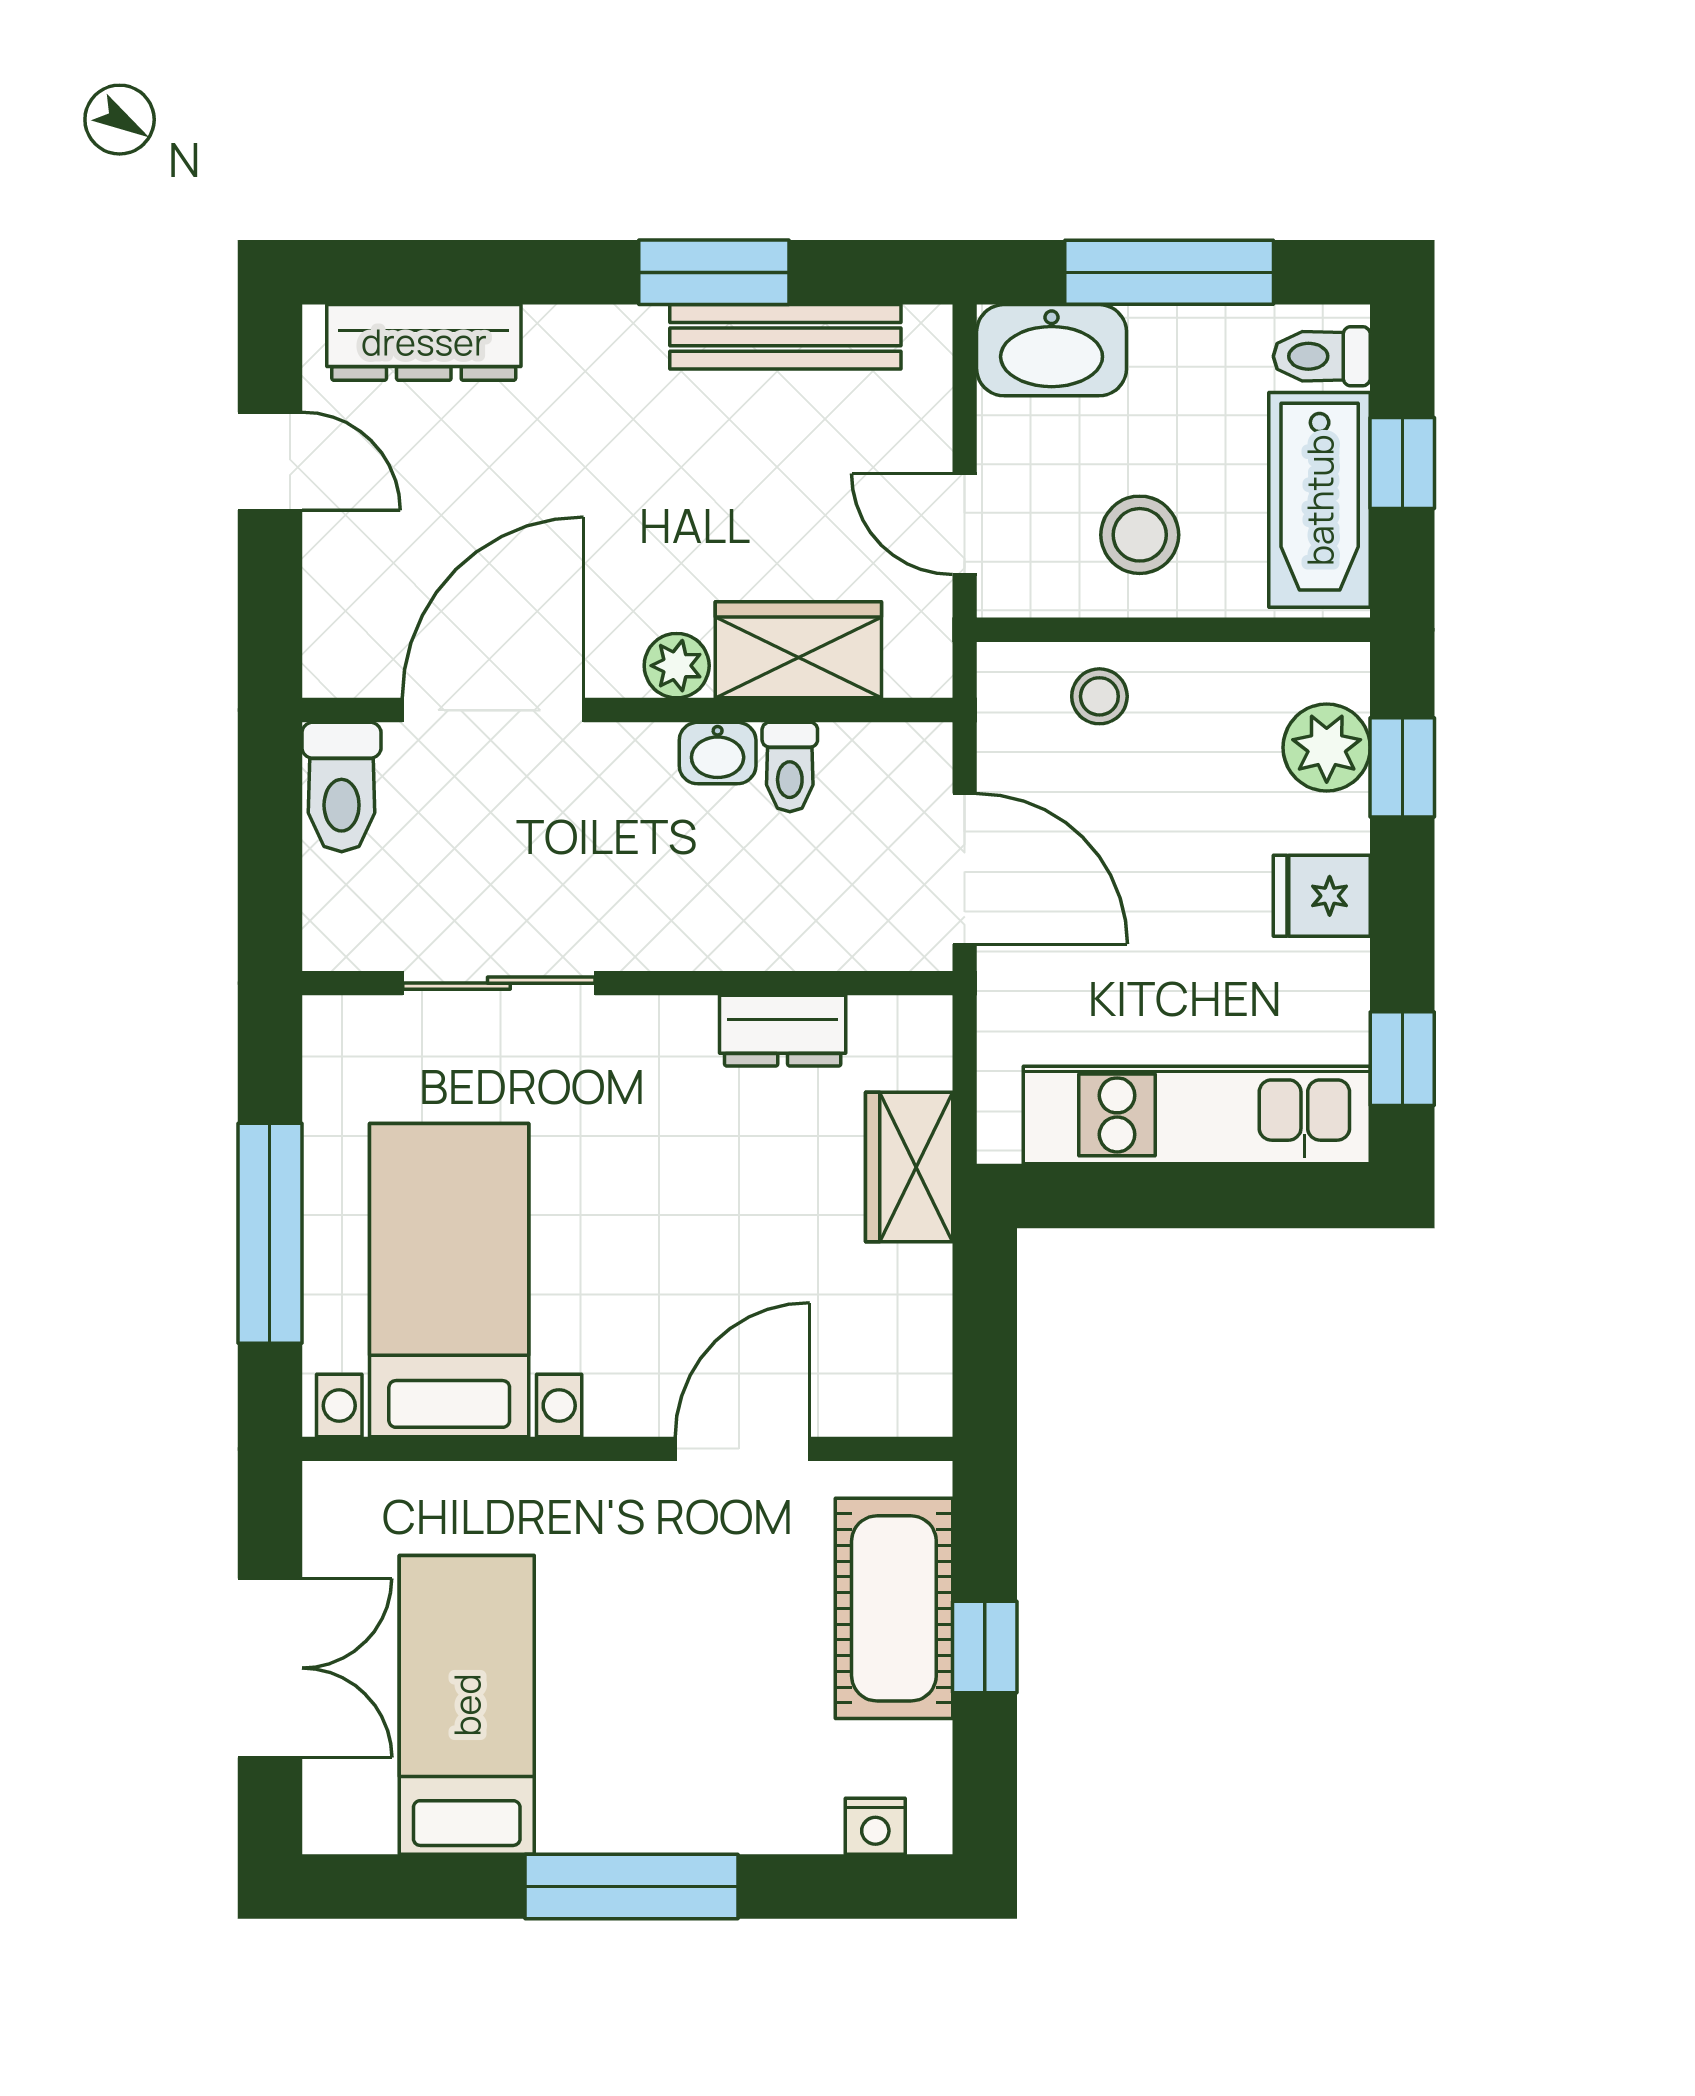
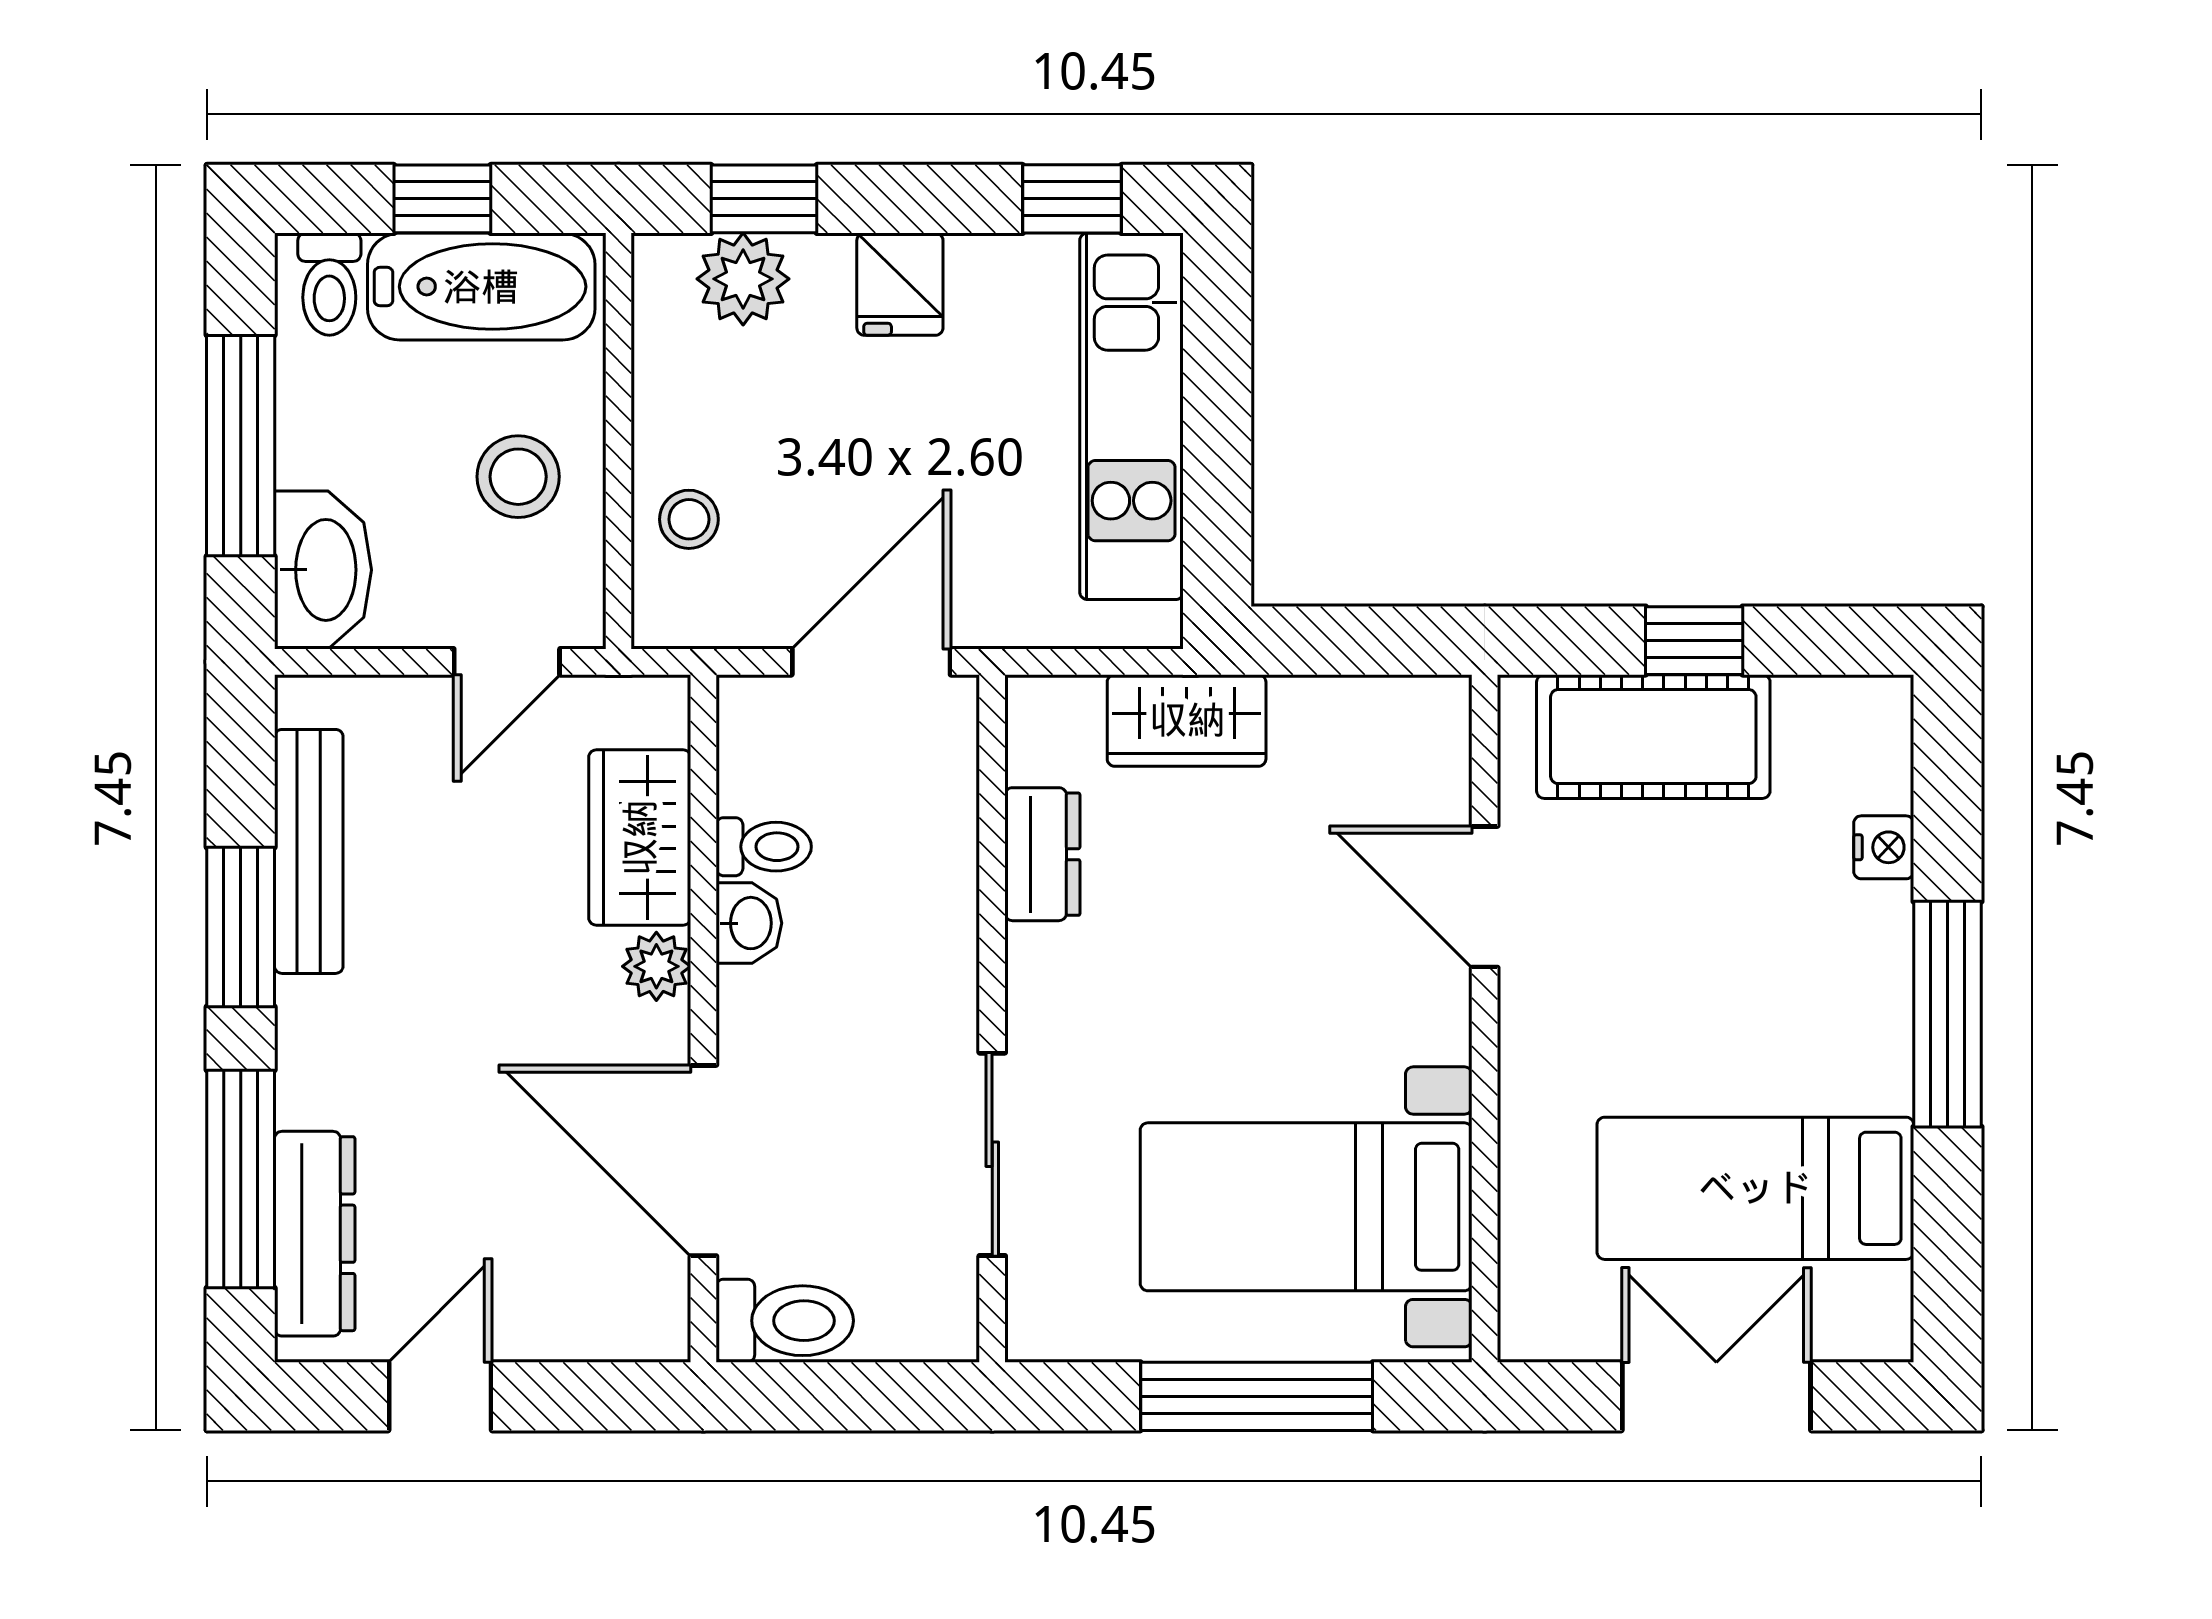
window: (476, 272) -> (241, 1179), added
nightstand: (875, 1826) -> (1884, 847), moved

